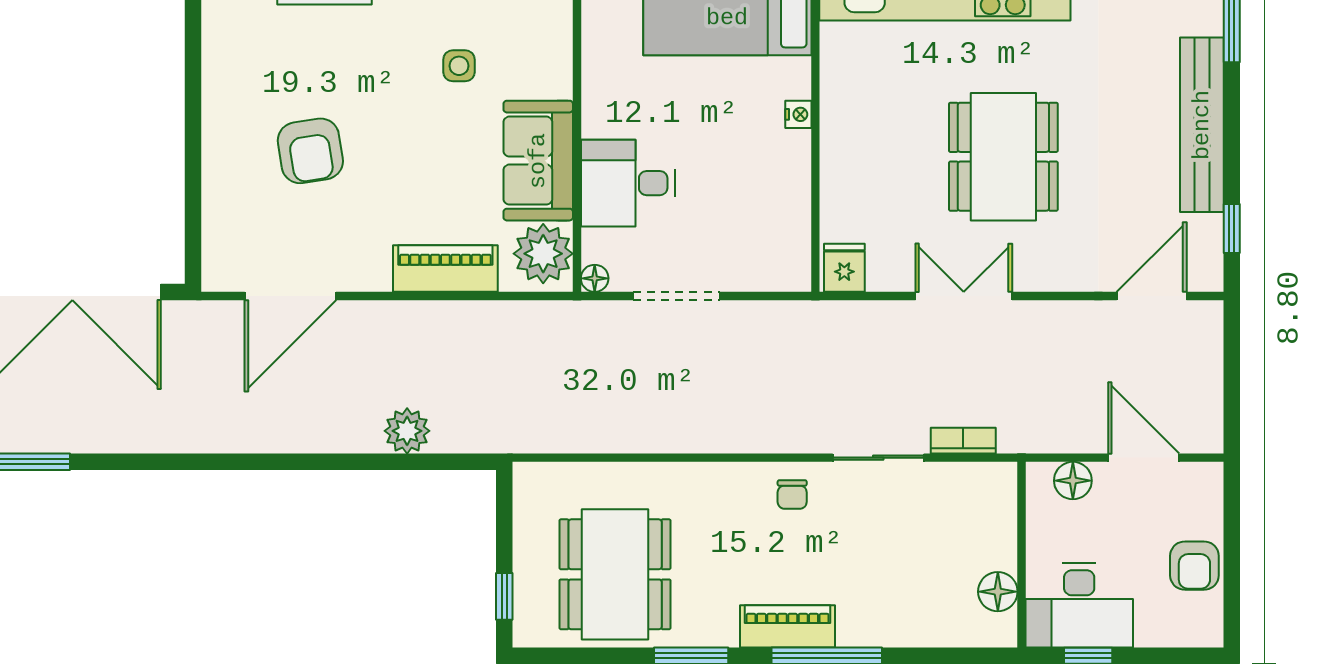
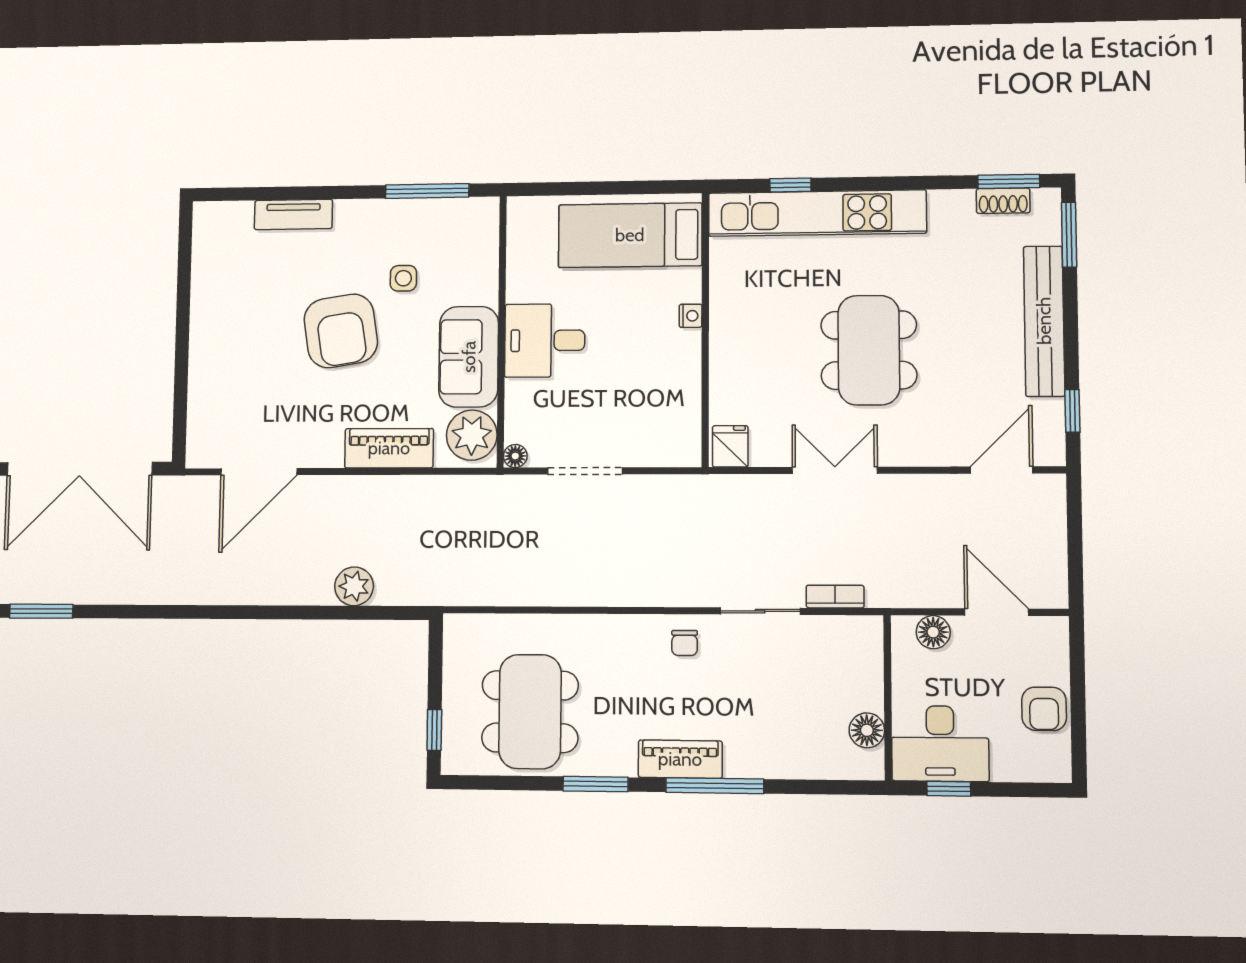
armchair: (310, 151) -> (341, 331), moved, width x1.36, depth x1.36
desk: (628, 183) -> (545, 340), moved

